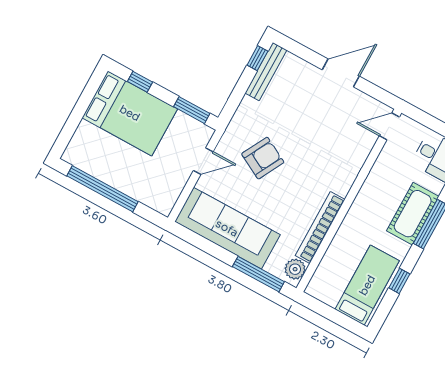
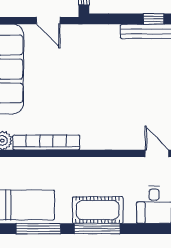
armchair: (263, 158) -> (77, 67), removed
window: (399, 281) -> (38, 229), width x2.17

